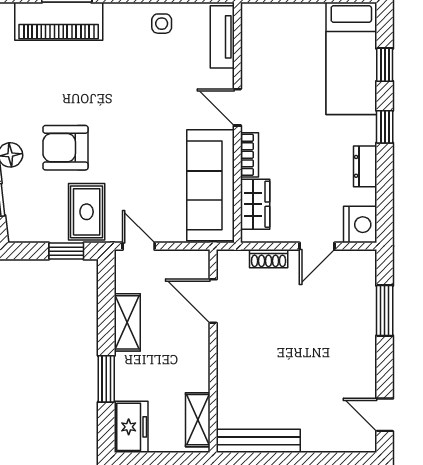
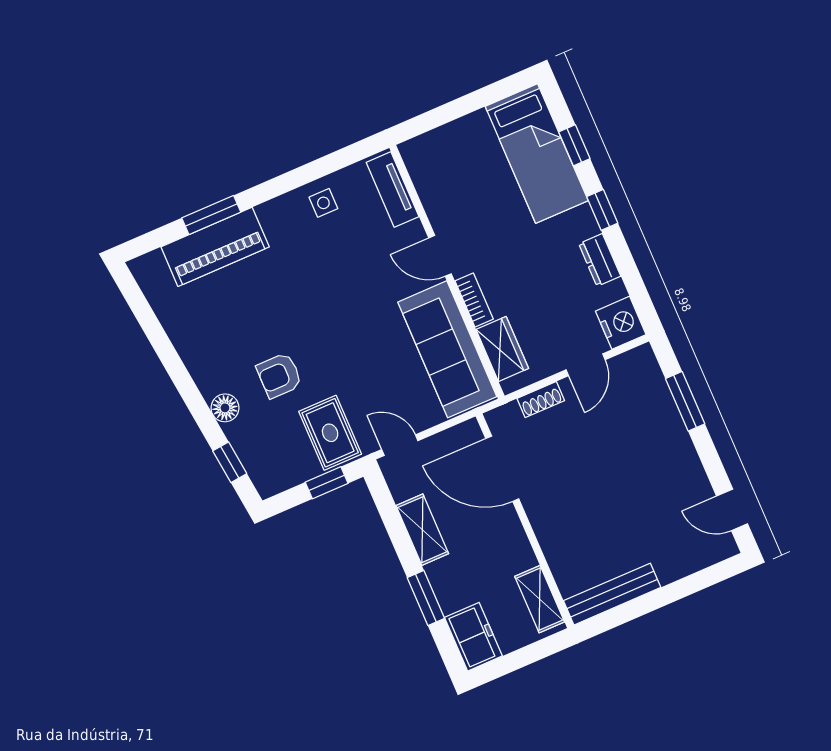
armchair: (65, 148) -> (279, 375), width x0.72, depth x0.72
door: (213, 301) -> (502, 469), width x1.36

